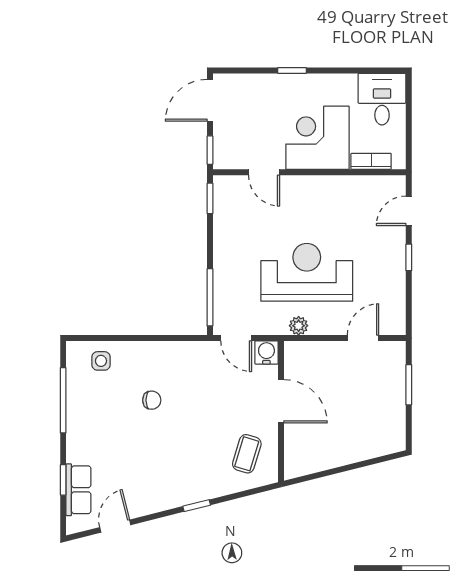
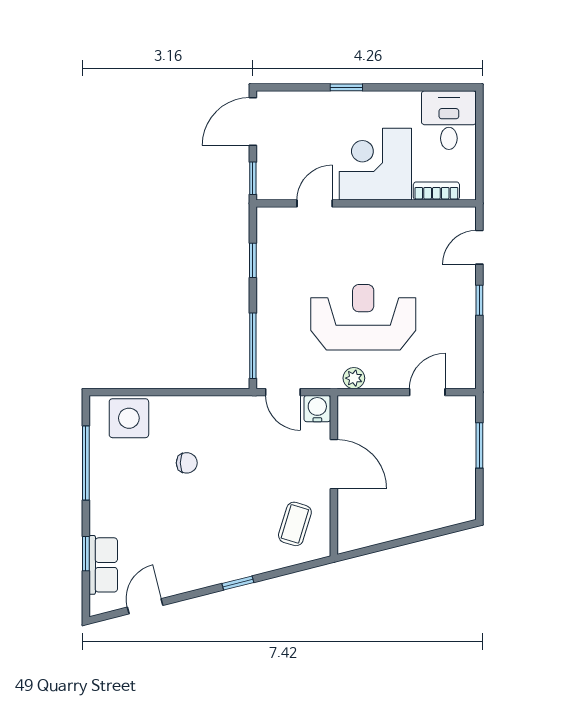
door: (264, 172) -> (315, 203), swing flipped
window: (210, 198) -> (253, 260), moved
side table: (101, 361) -> (129, 418), width x1.87, depth x1.87

